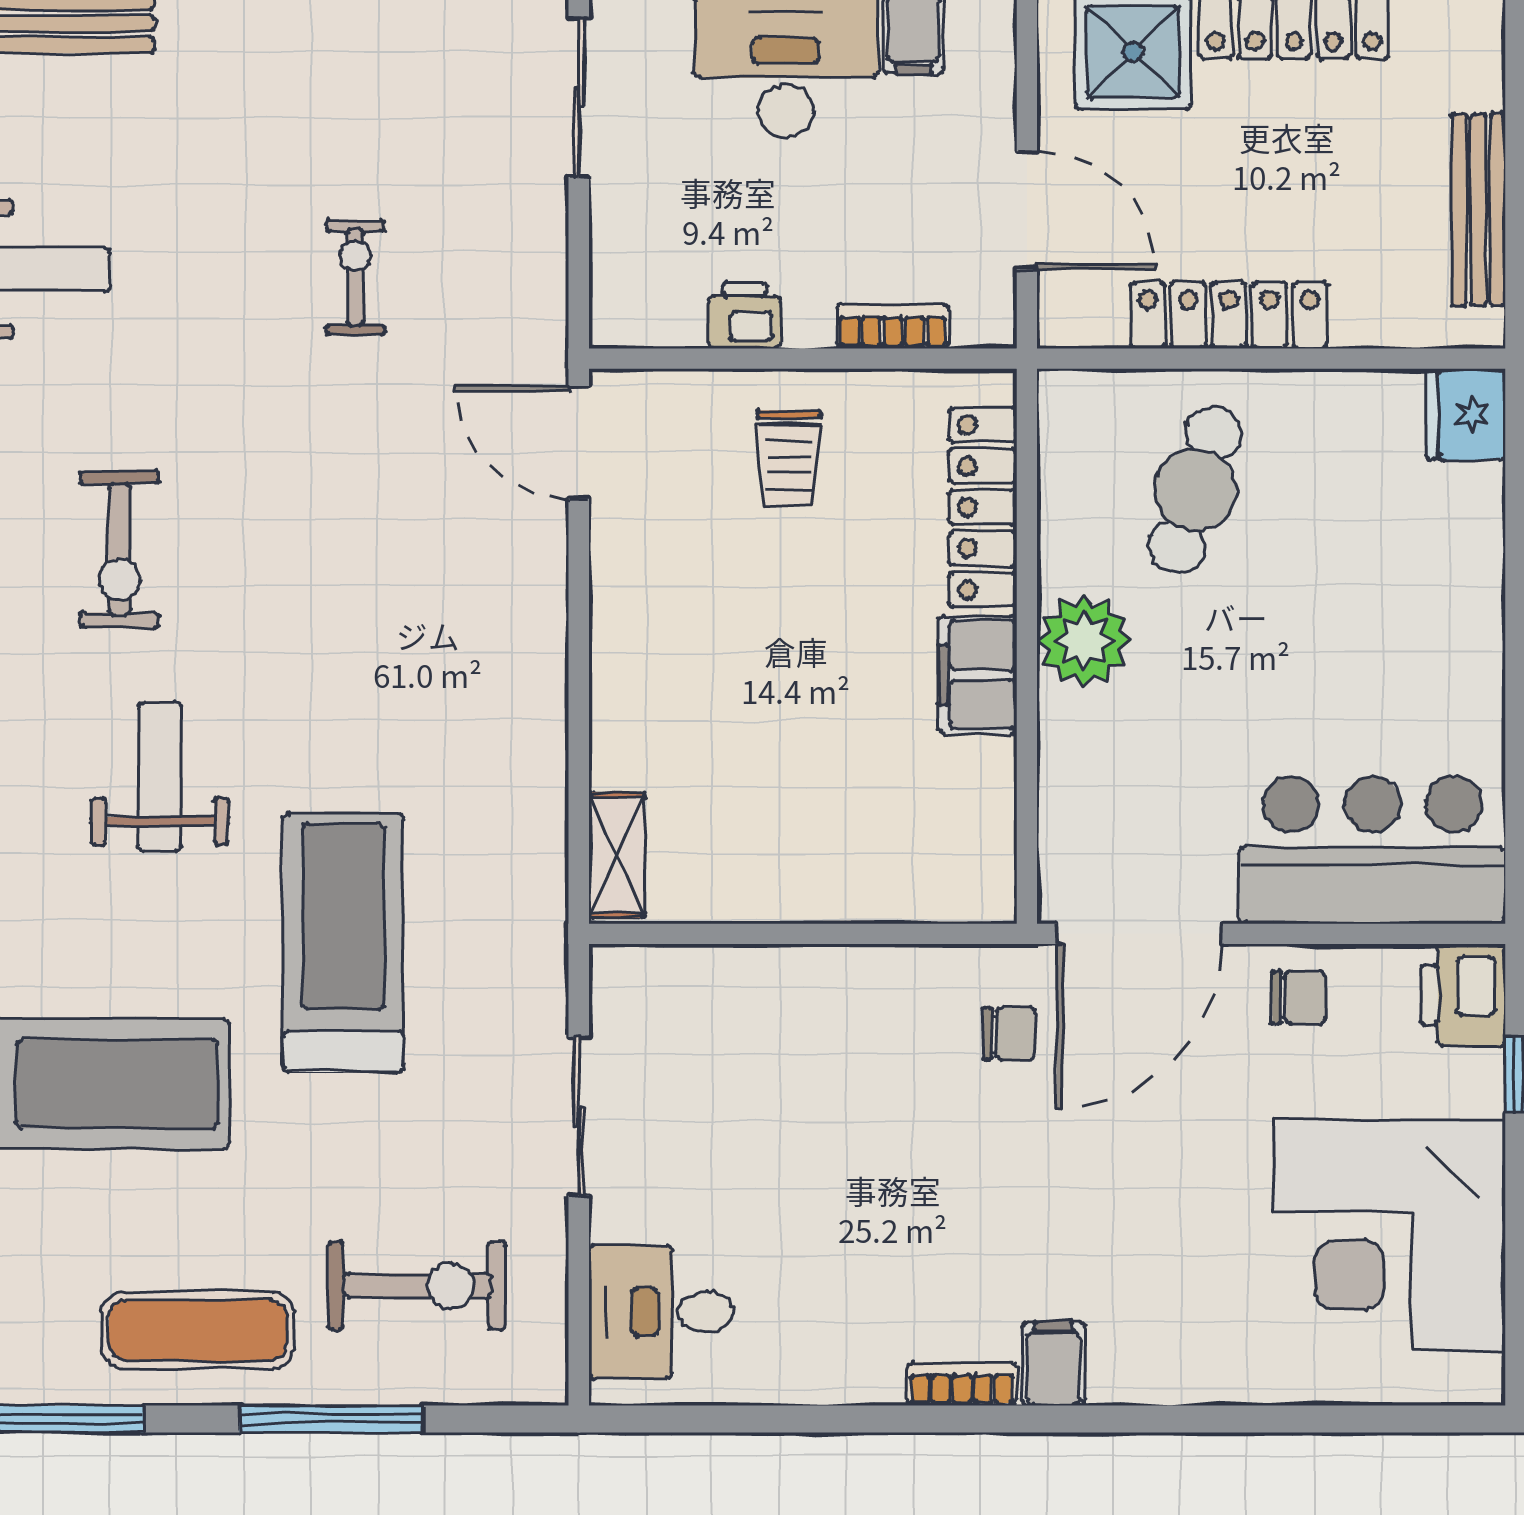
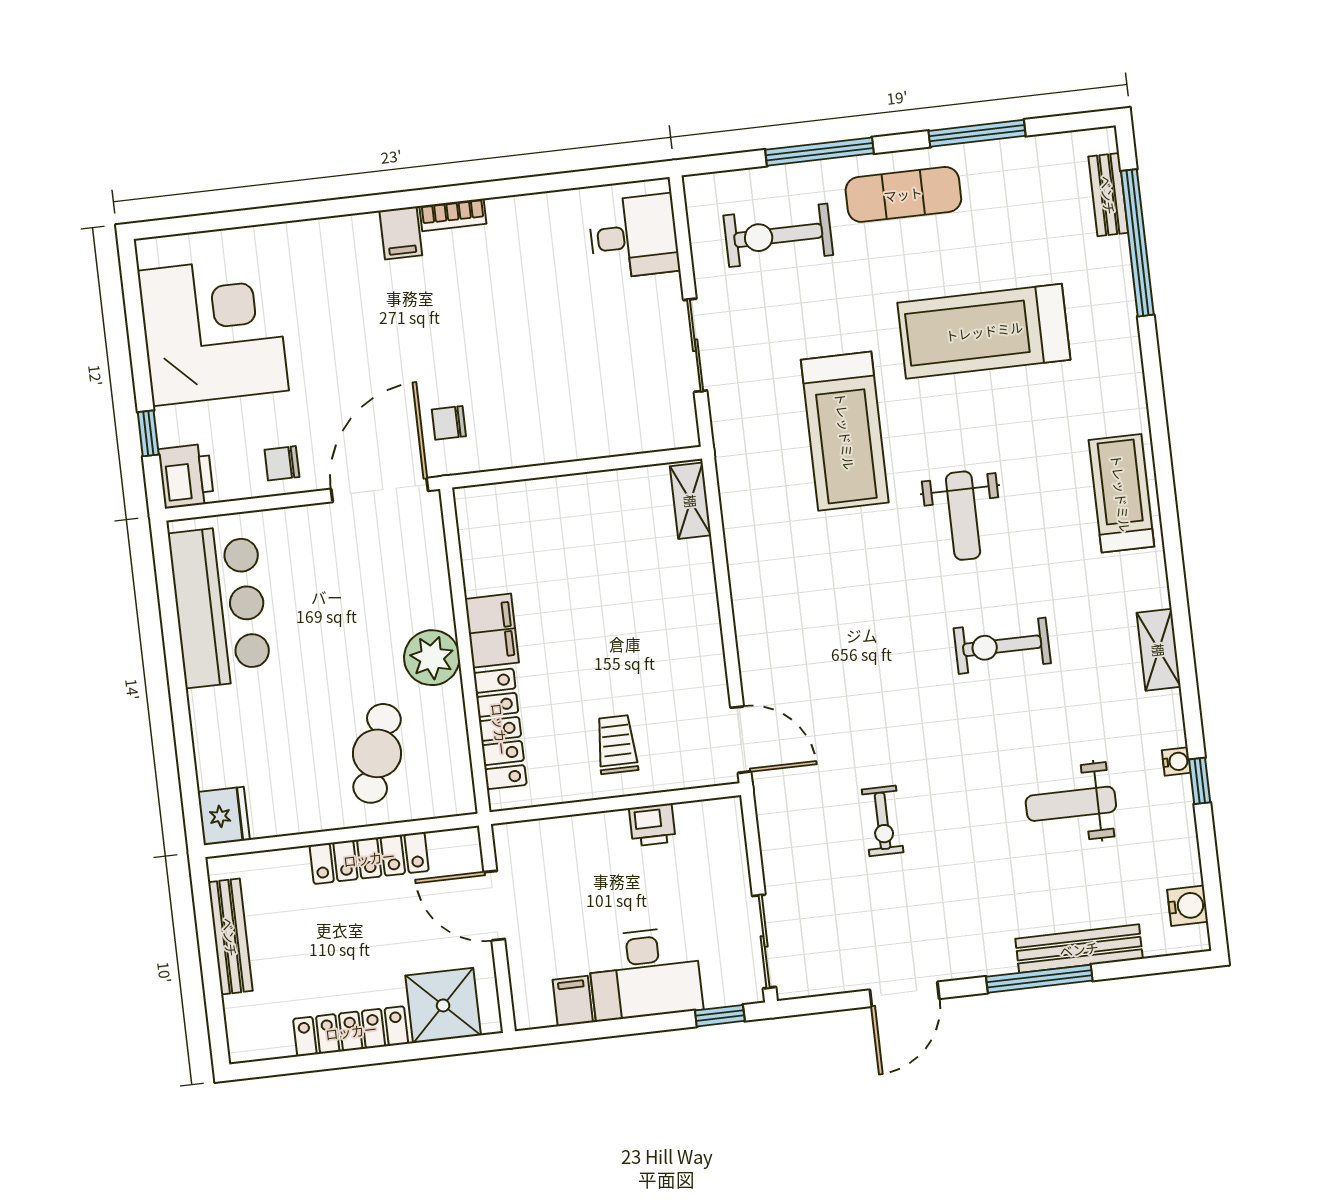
bookcase: (893, 326) -> (565, 829), removed
exercise bike: (119, 550) -> (1002, 646), turned -90
bar counter: (1372, 850) -> (220, 606), moved, turned -90

